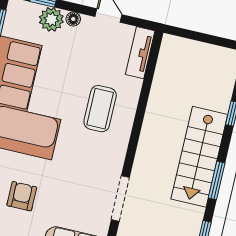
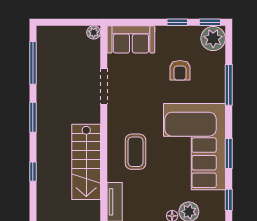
stairs: (199, 157) -> (86, 162), moved, turned 180

